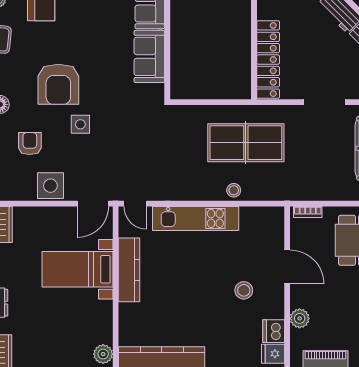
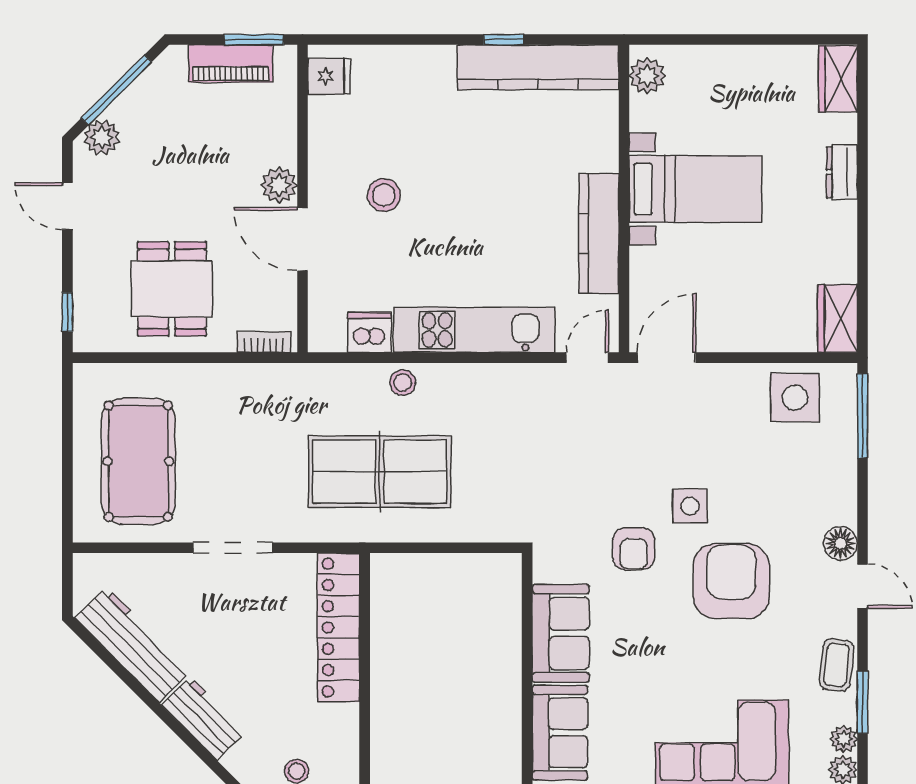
armchair: (30, 144) -> (634, 549), moved
side table: (50, 186) -> (795, 398), moved
door: (135, 204) -> (587, 358), hinge flipped
bed with nightstands: (77, 269) -> (695, 189), moved
plant: (300, 318) -> (279, 185), moved
dishwasher: (274, 331) -> (369, 332), moved, turned -90

